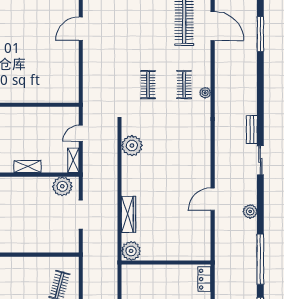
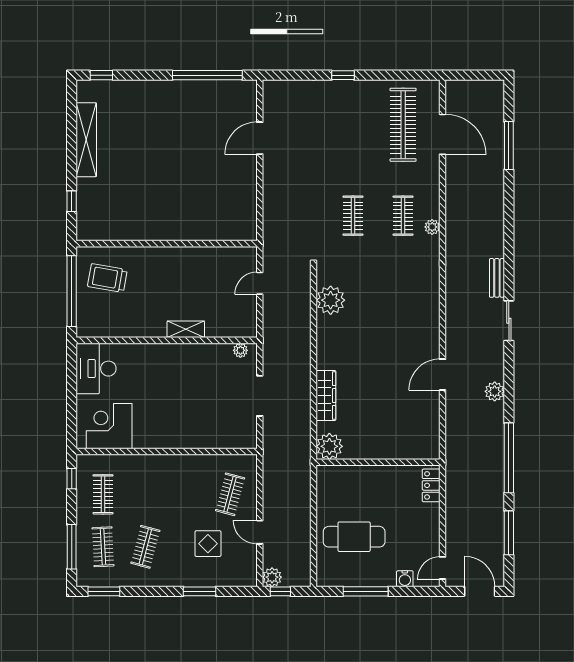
shelving: (73, 160) -> (249, 321), removed
plant: (62, 186) -> (240, 350), width x0.53, depth x0.53

